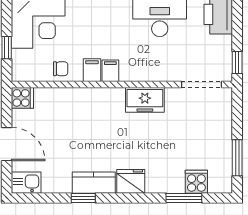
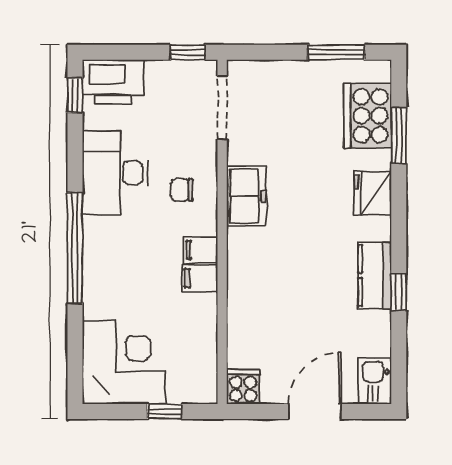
chair: (61, 69) -> (182, 190), moved, turned -90
fridge: (131, 181) -> (373, 193), moved
cooker: (196, 182) -> (368, 116), width x1.87, depth x1.31

